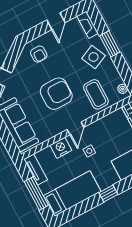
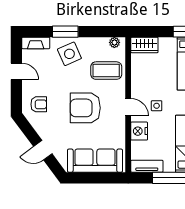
armchair: (56, 94) -> (85, 108), turned -90

